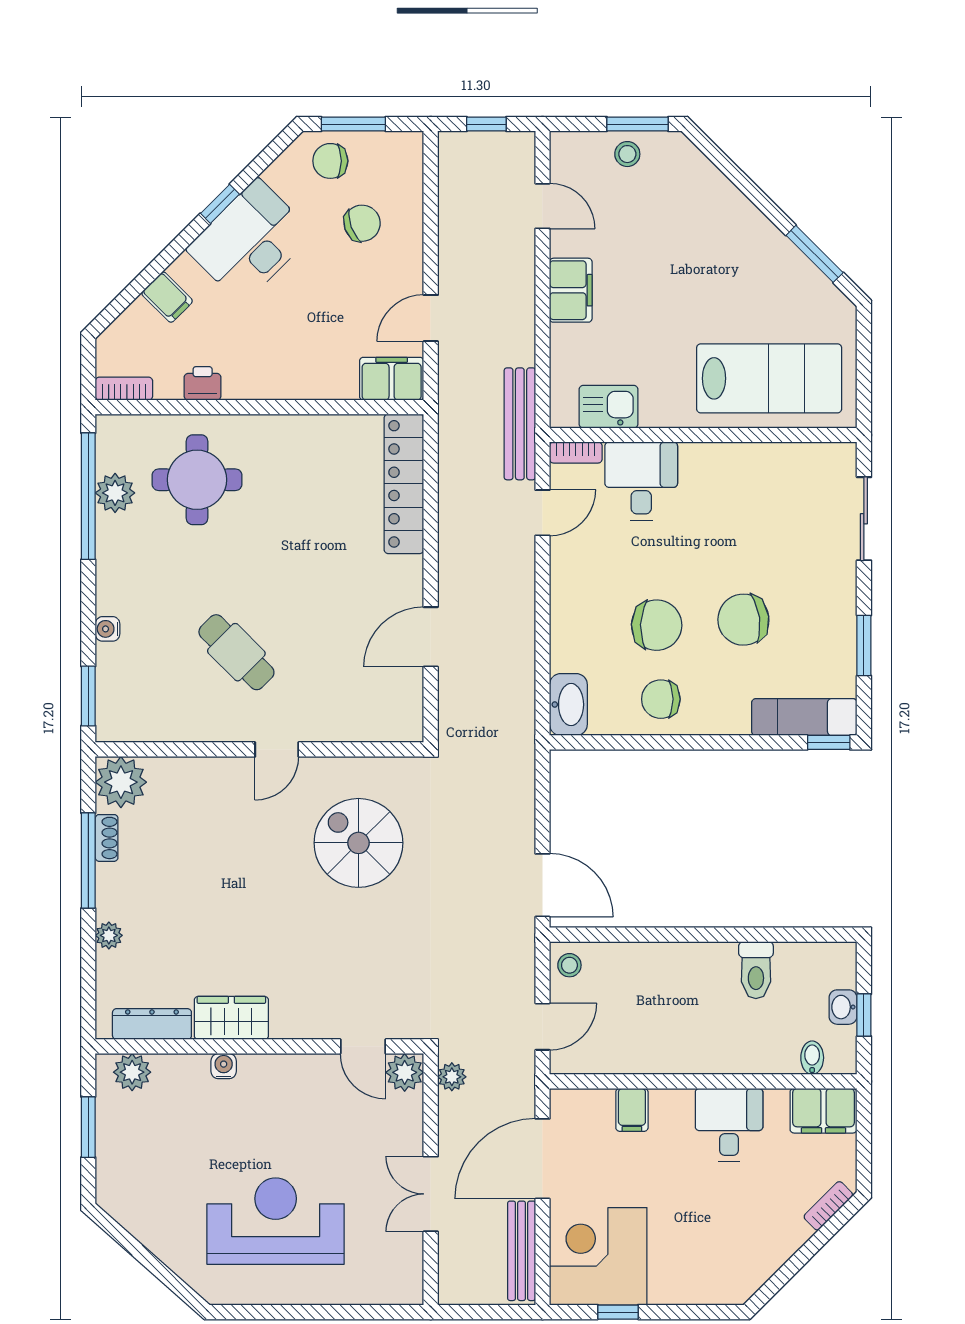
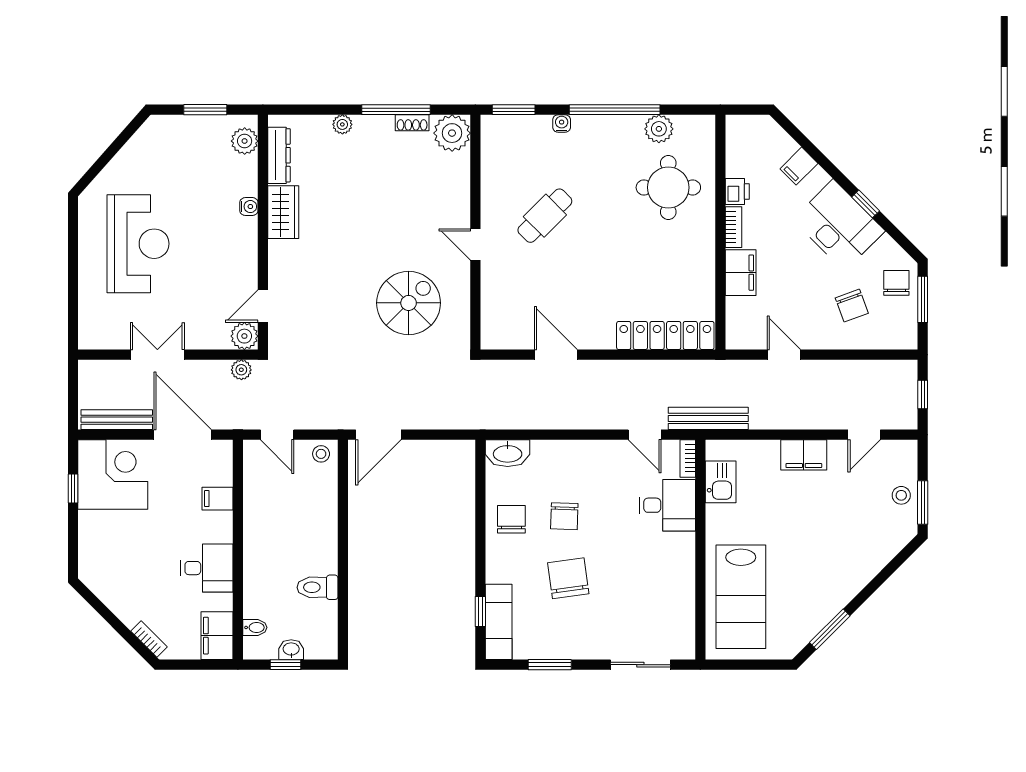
filing cabinet: (392, 379) -> (741, 273), moved
bookcase: (124, 389) -> (733, 227), moved
window: (88, 496) -> (615, 110), moved
chair: (657, 625) -> (564, 516), width x0.73, depth x0.73
window: (829, 742) -> (480, 612), moved

